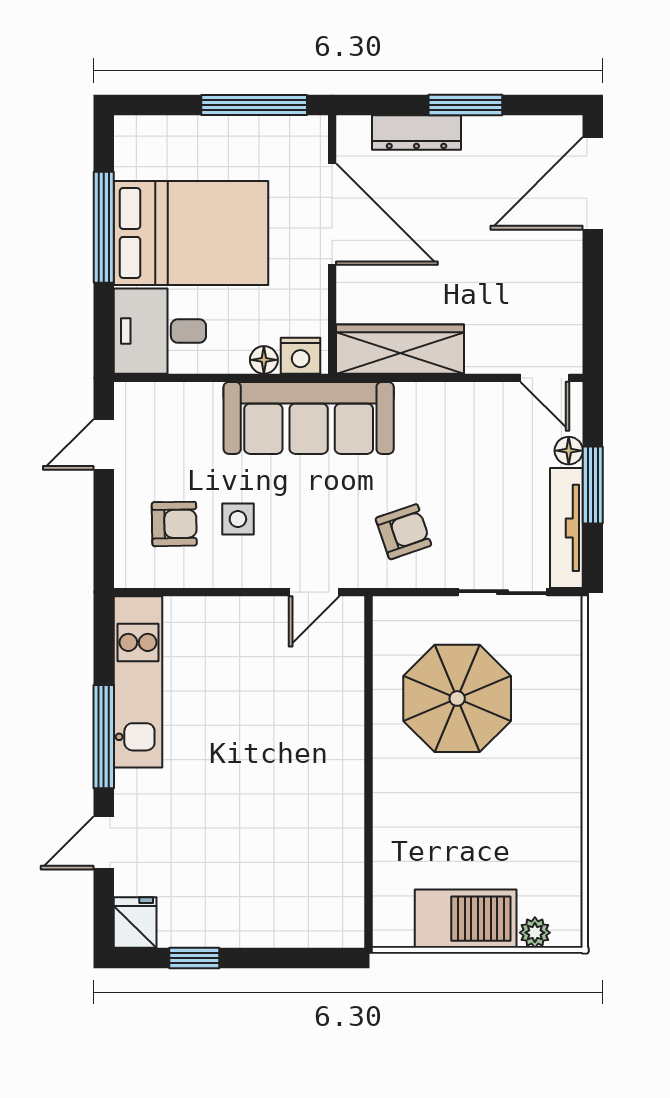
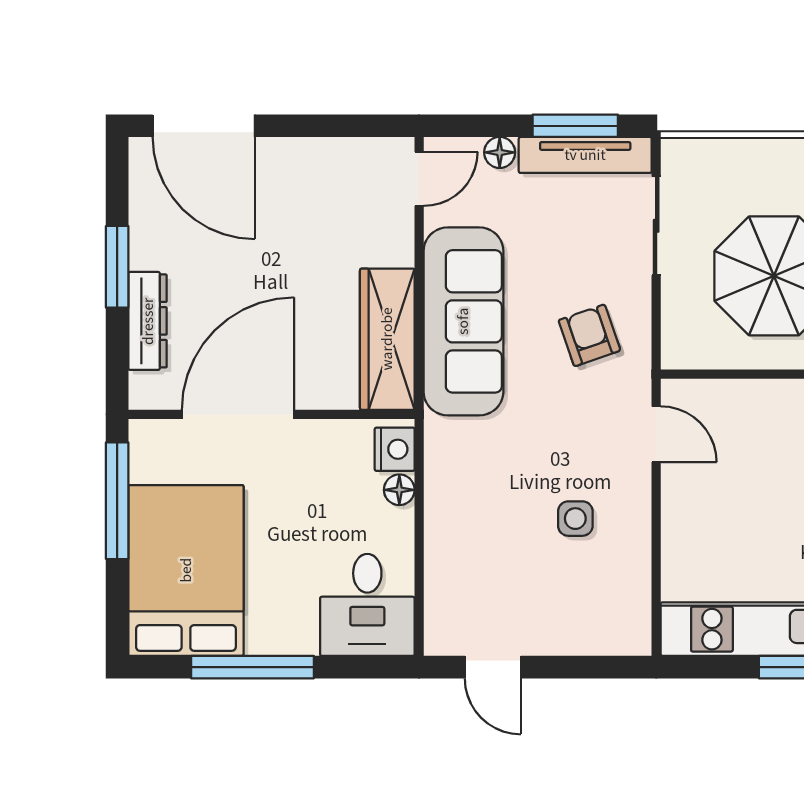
bed: (191, 233) -> (186, 570), moved
sofa: (309, 418) -> (463, 321), moved
window: (593, 485) -> (575, 126), moved
armchair: (174, 524) -> (581, 589), removed

